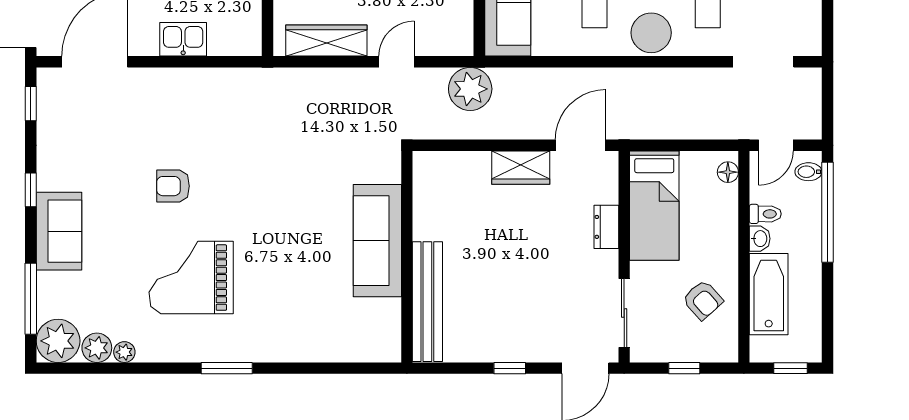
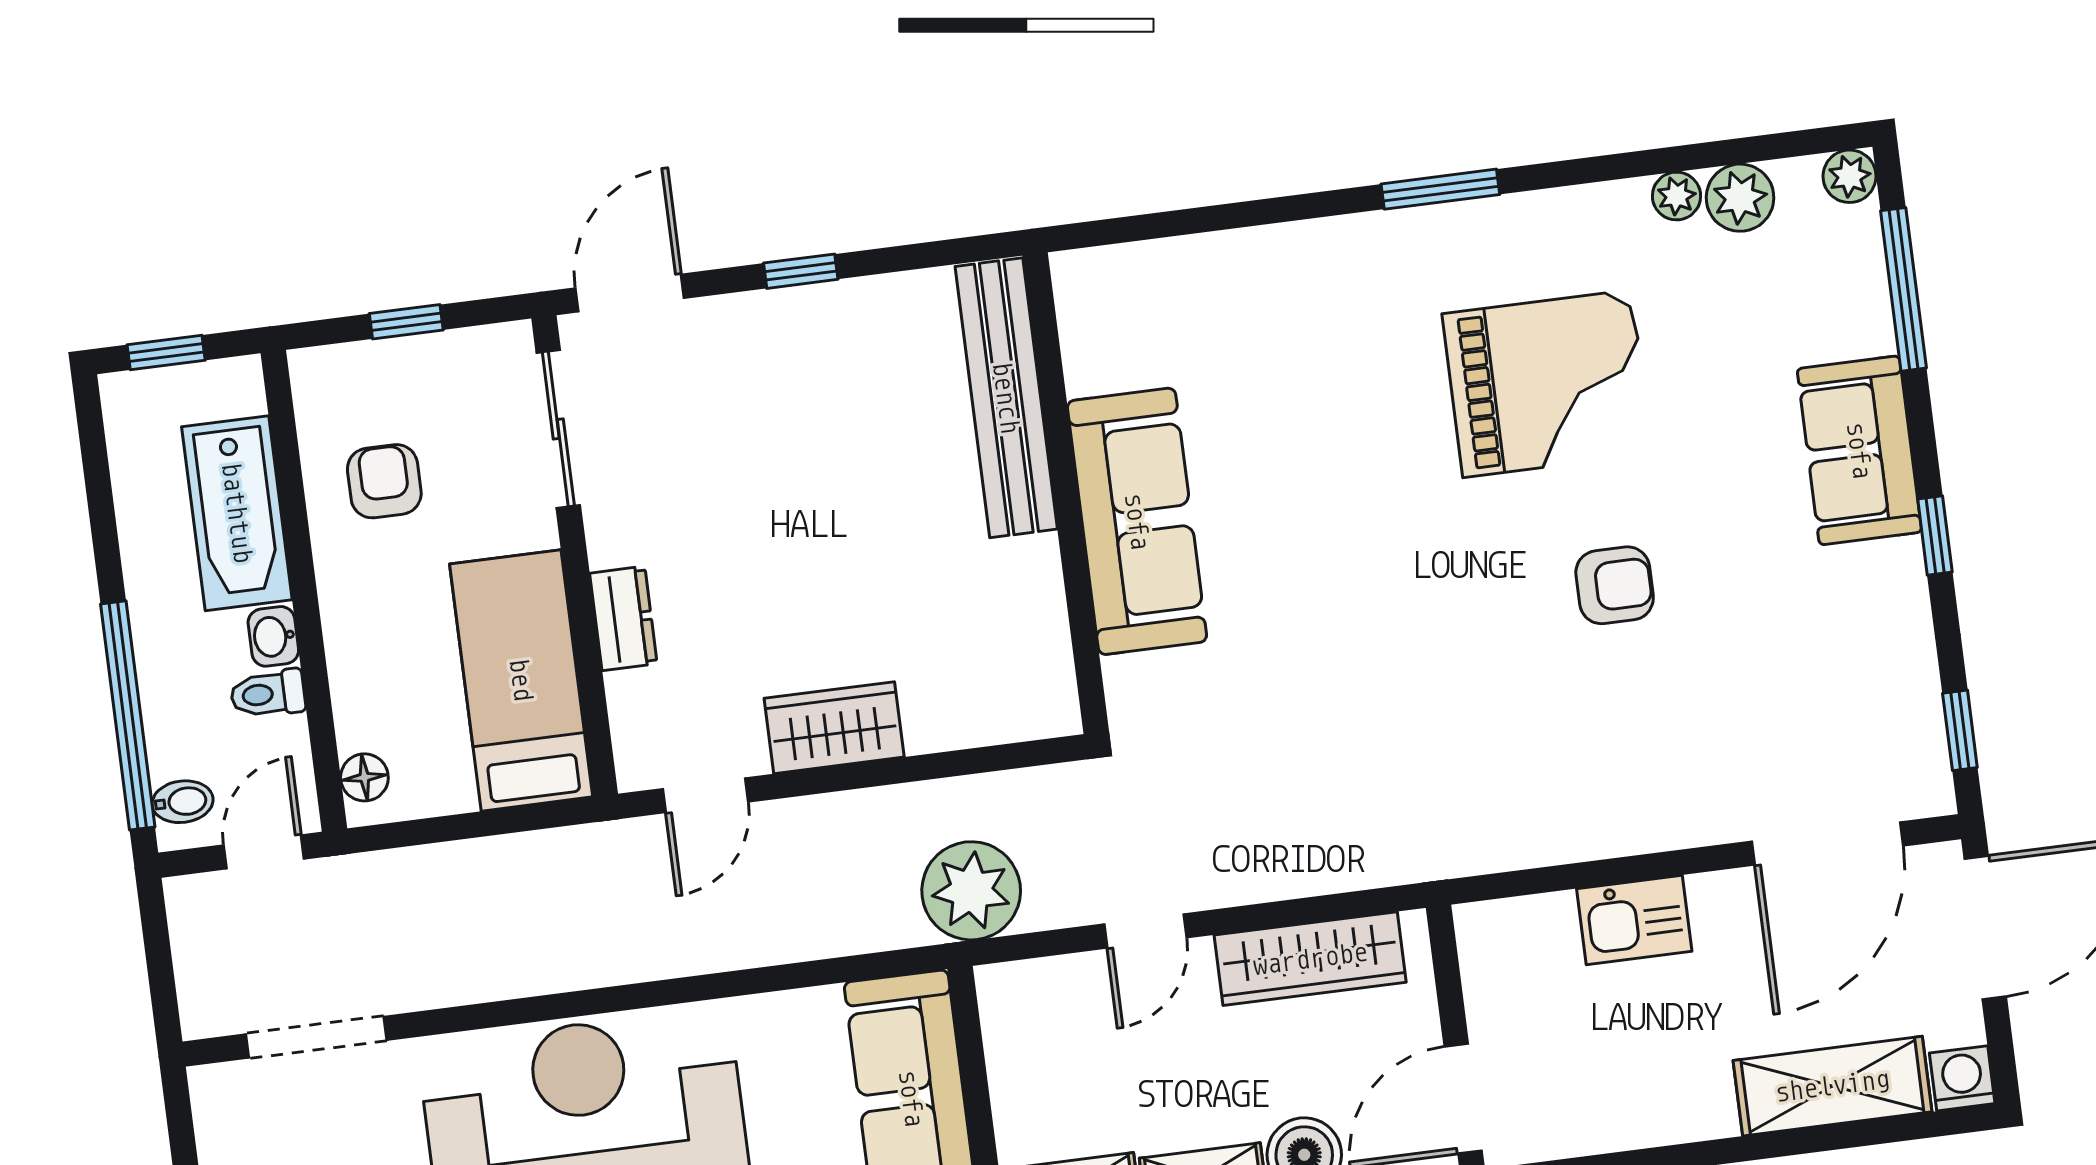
door: (580, 145) -> (705, 795), width x0.73
armchair: (703, 300) -> (384, 481), turned 42
plant: (58, 341) -> (1850, 176), width x0.53, depth x0.53

